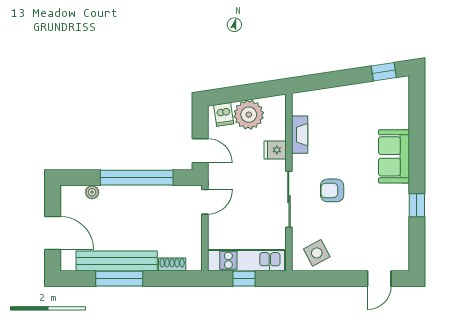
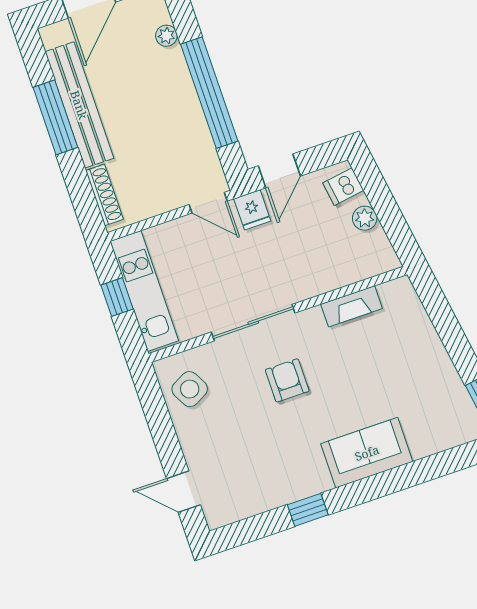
plant: (249, 115) -> (365, 218), width x0.53, depth x0.53
fridge: (275, 150) -> (252, 210), moved, turned 180
shoe rack: (172, 265) -> (104, 195), width x1.43

